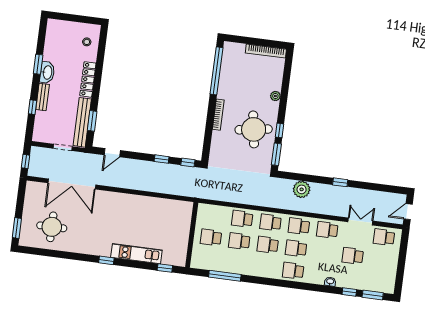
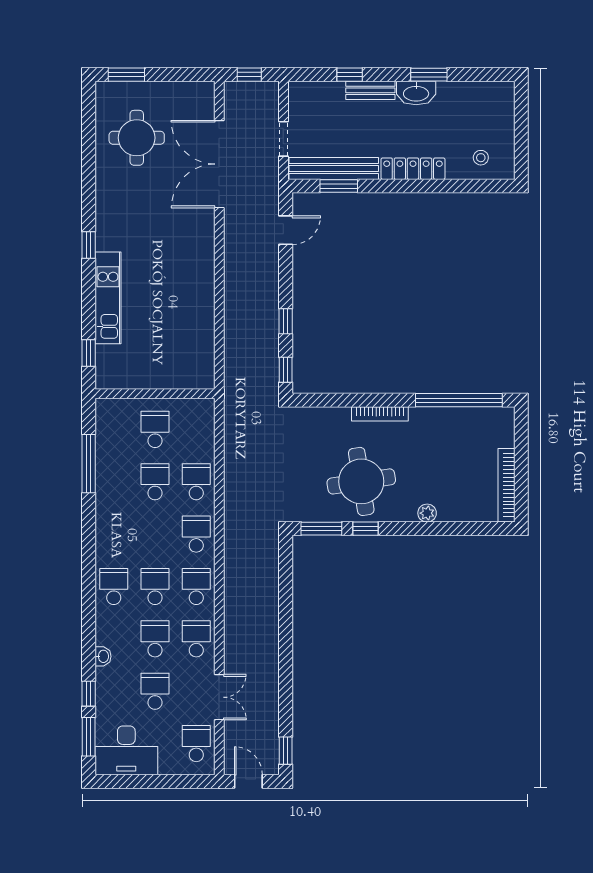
door: (112, 153) -> (286, 230), swing flipped
window: (340, 182) -> (286, 751), moved
plant: (302, 189) -> (264, 583), removed
school desk: (268, 245) -> (155, 639), moved
desk: (383, 276) -> (126, 750), added

